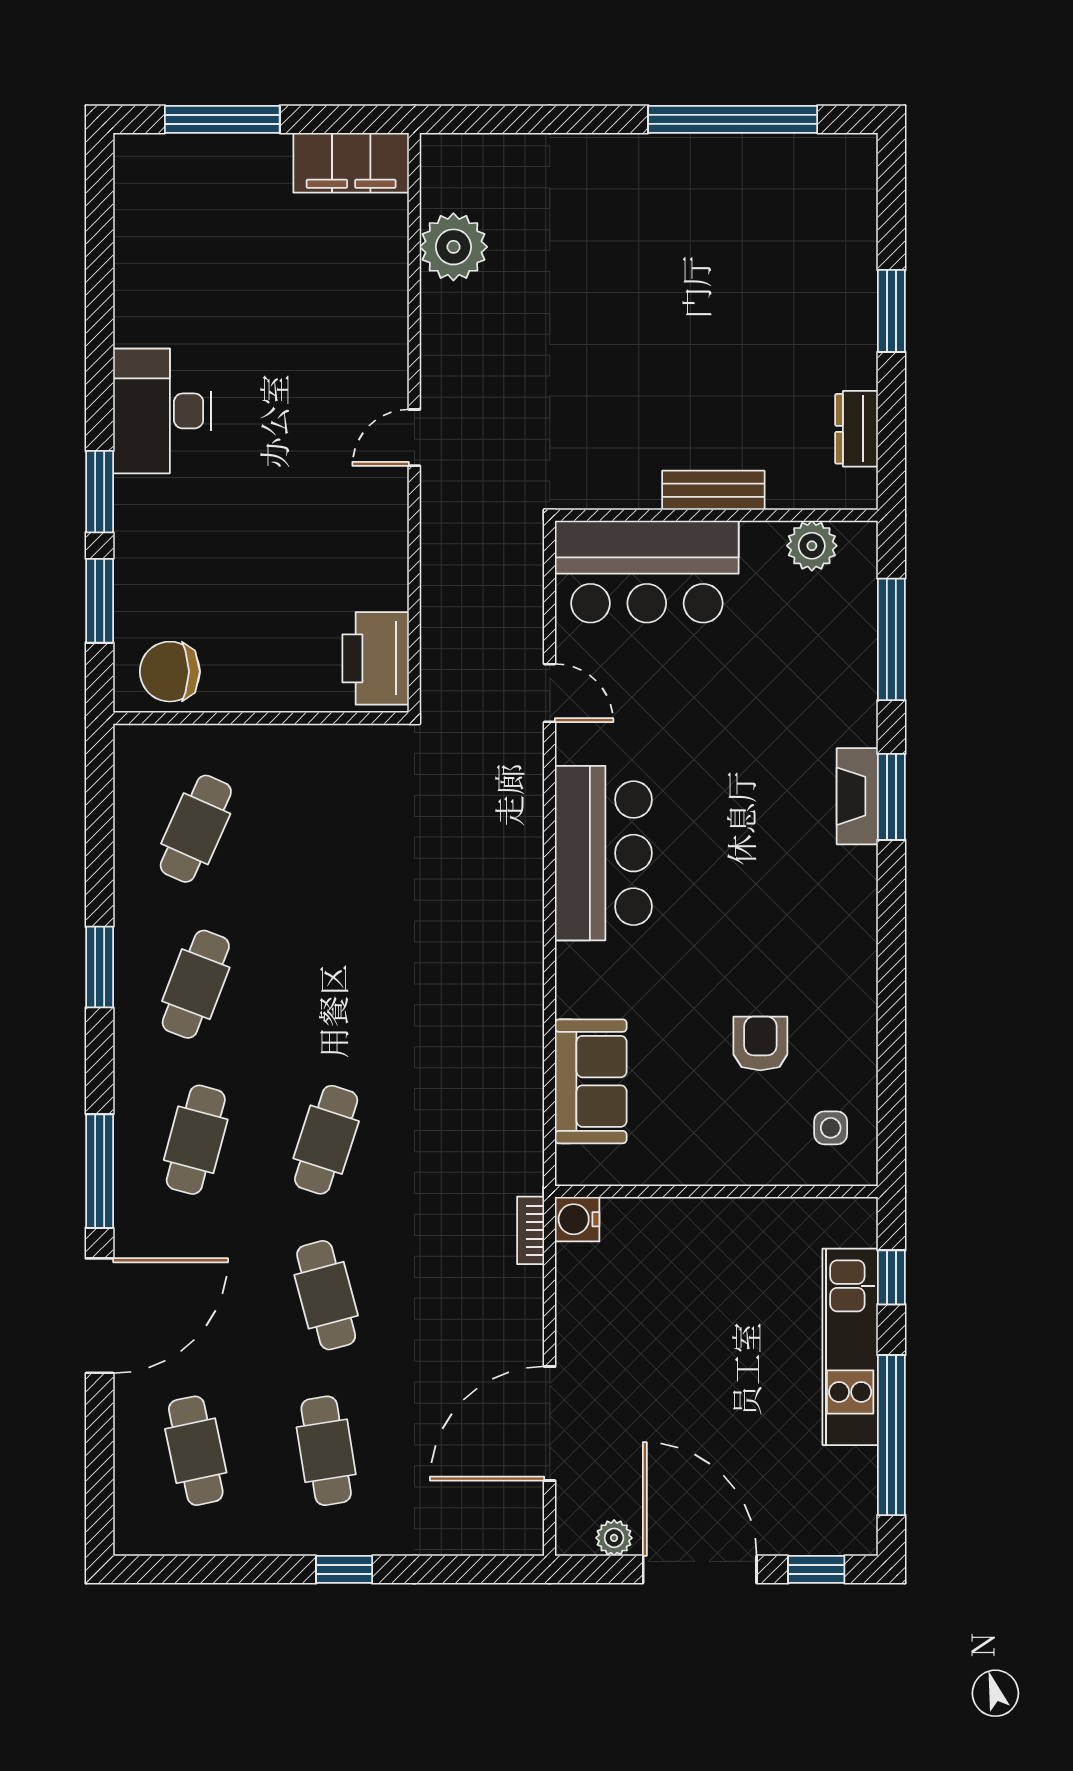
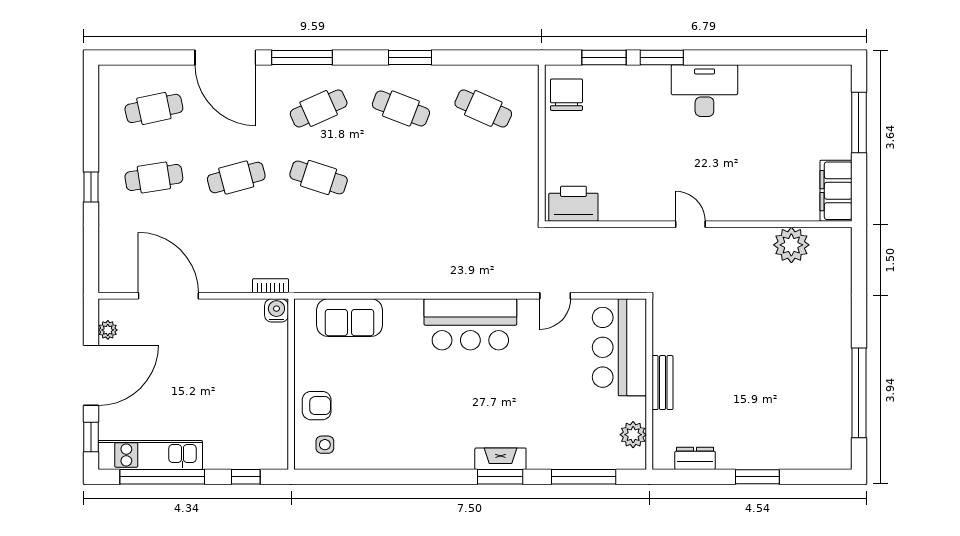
armchair: (760, 1044) -> (317, 406), moved
cafe table: (196, 1140) -> (319, 108), turned -39
kitchen unit: (850, 1347) -> (150, 455), moved

